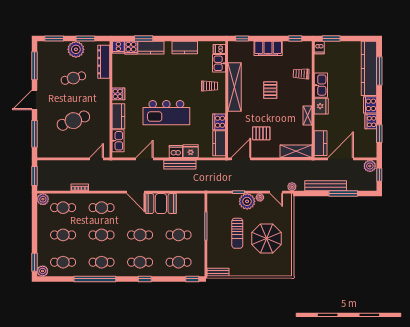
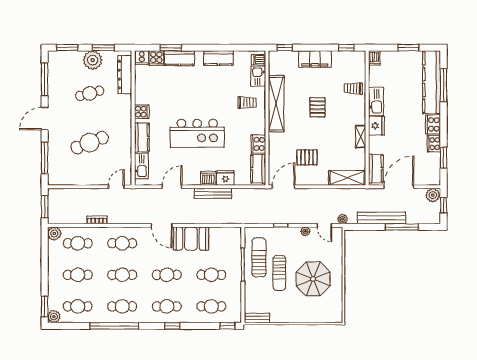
window: (331, 39) -> (408, 48), moved
plant: (247, 201) -> (291, 236), removed
sun lounger: (220, 220) -> (259, 257), added

